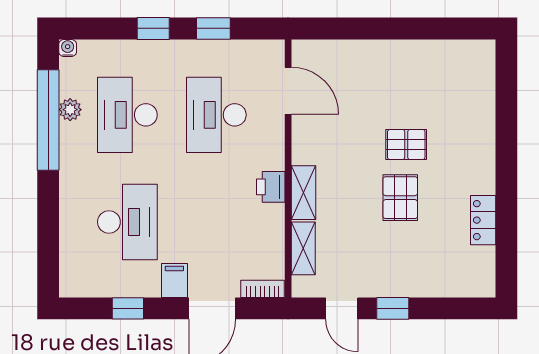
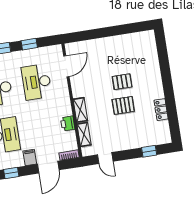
door: (288, 91) -> (66, 66), hinge flipped
printer: (271, 187) -> (68, 123), moved
pallet: (400, 198) -> (123, 105), turned 90
window: (393, 308) -> (149, 151), moved

